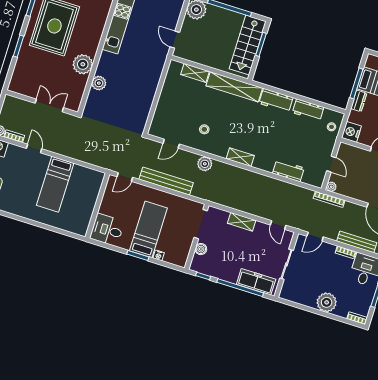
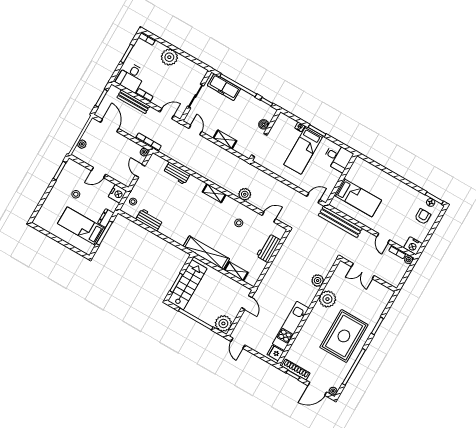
workbench: (276, 100) -> (268, 248), moved, turned -90
bench: (166, 181) -> (340, 222), moved
bed: (55, 184) -> (358, 198), moved, turned 90

